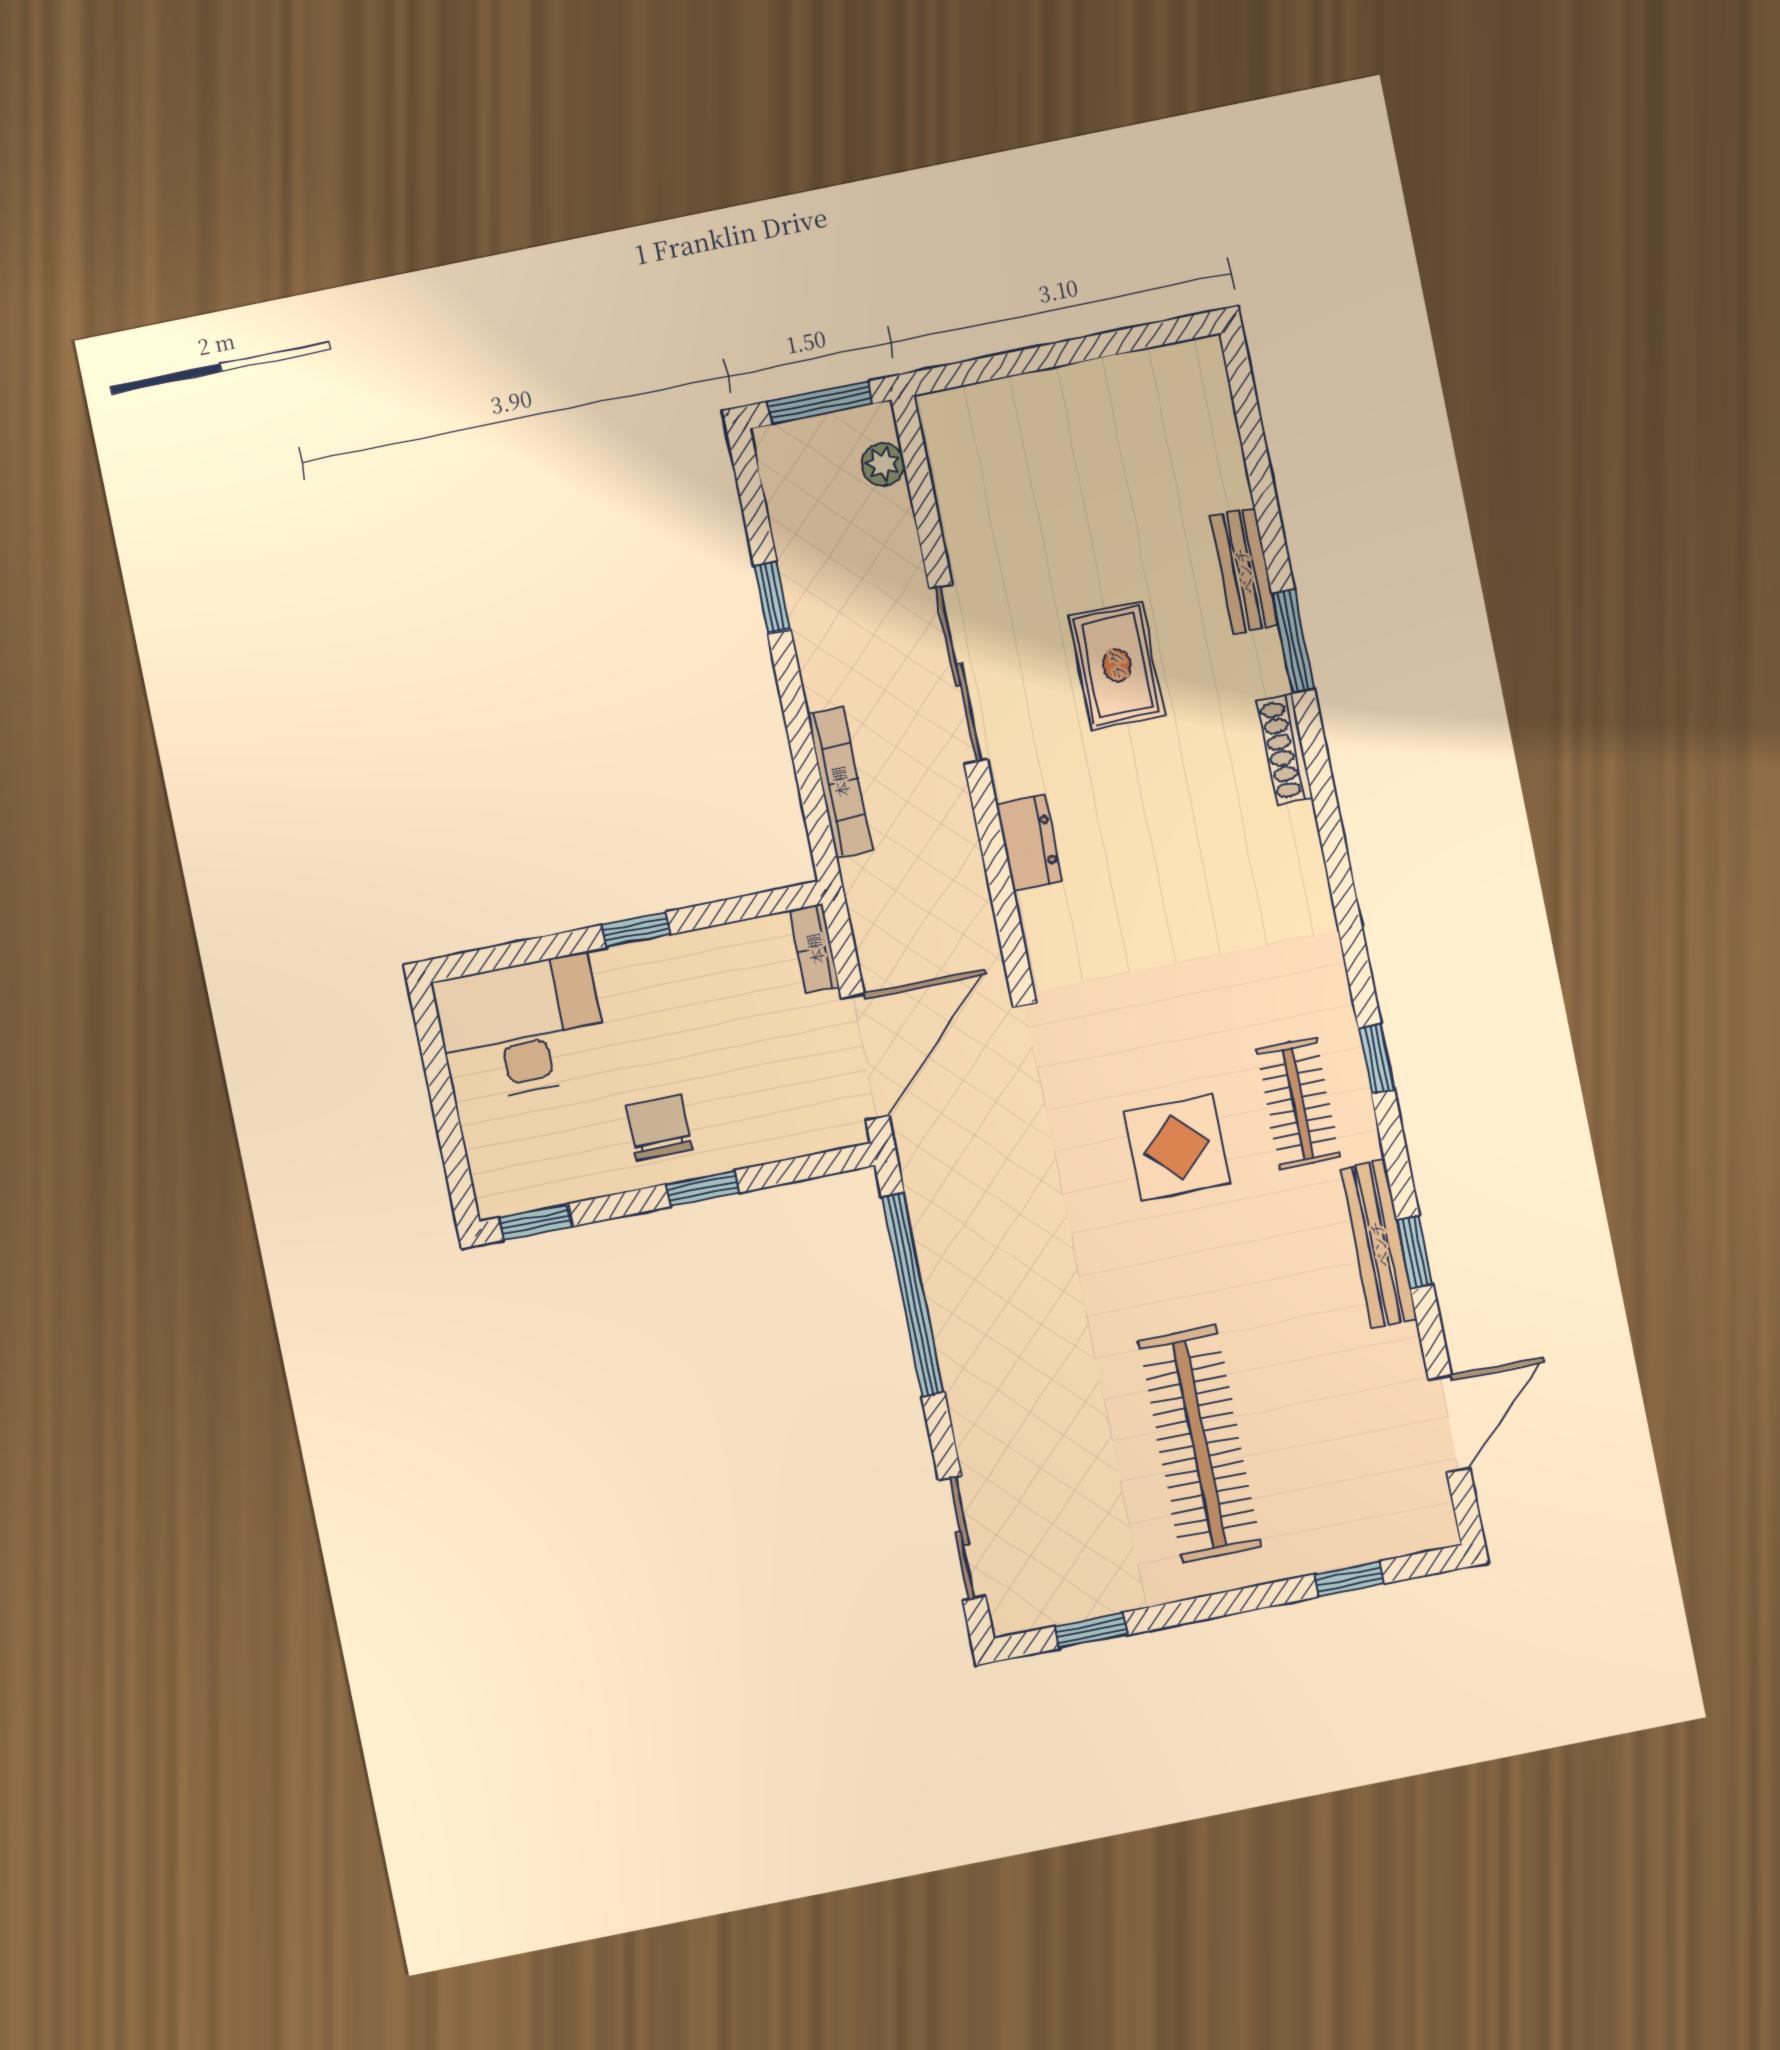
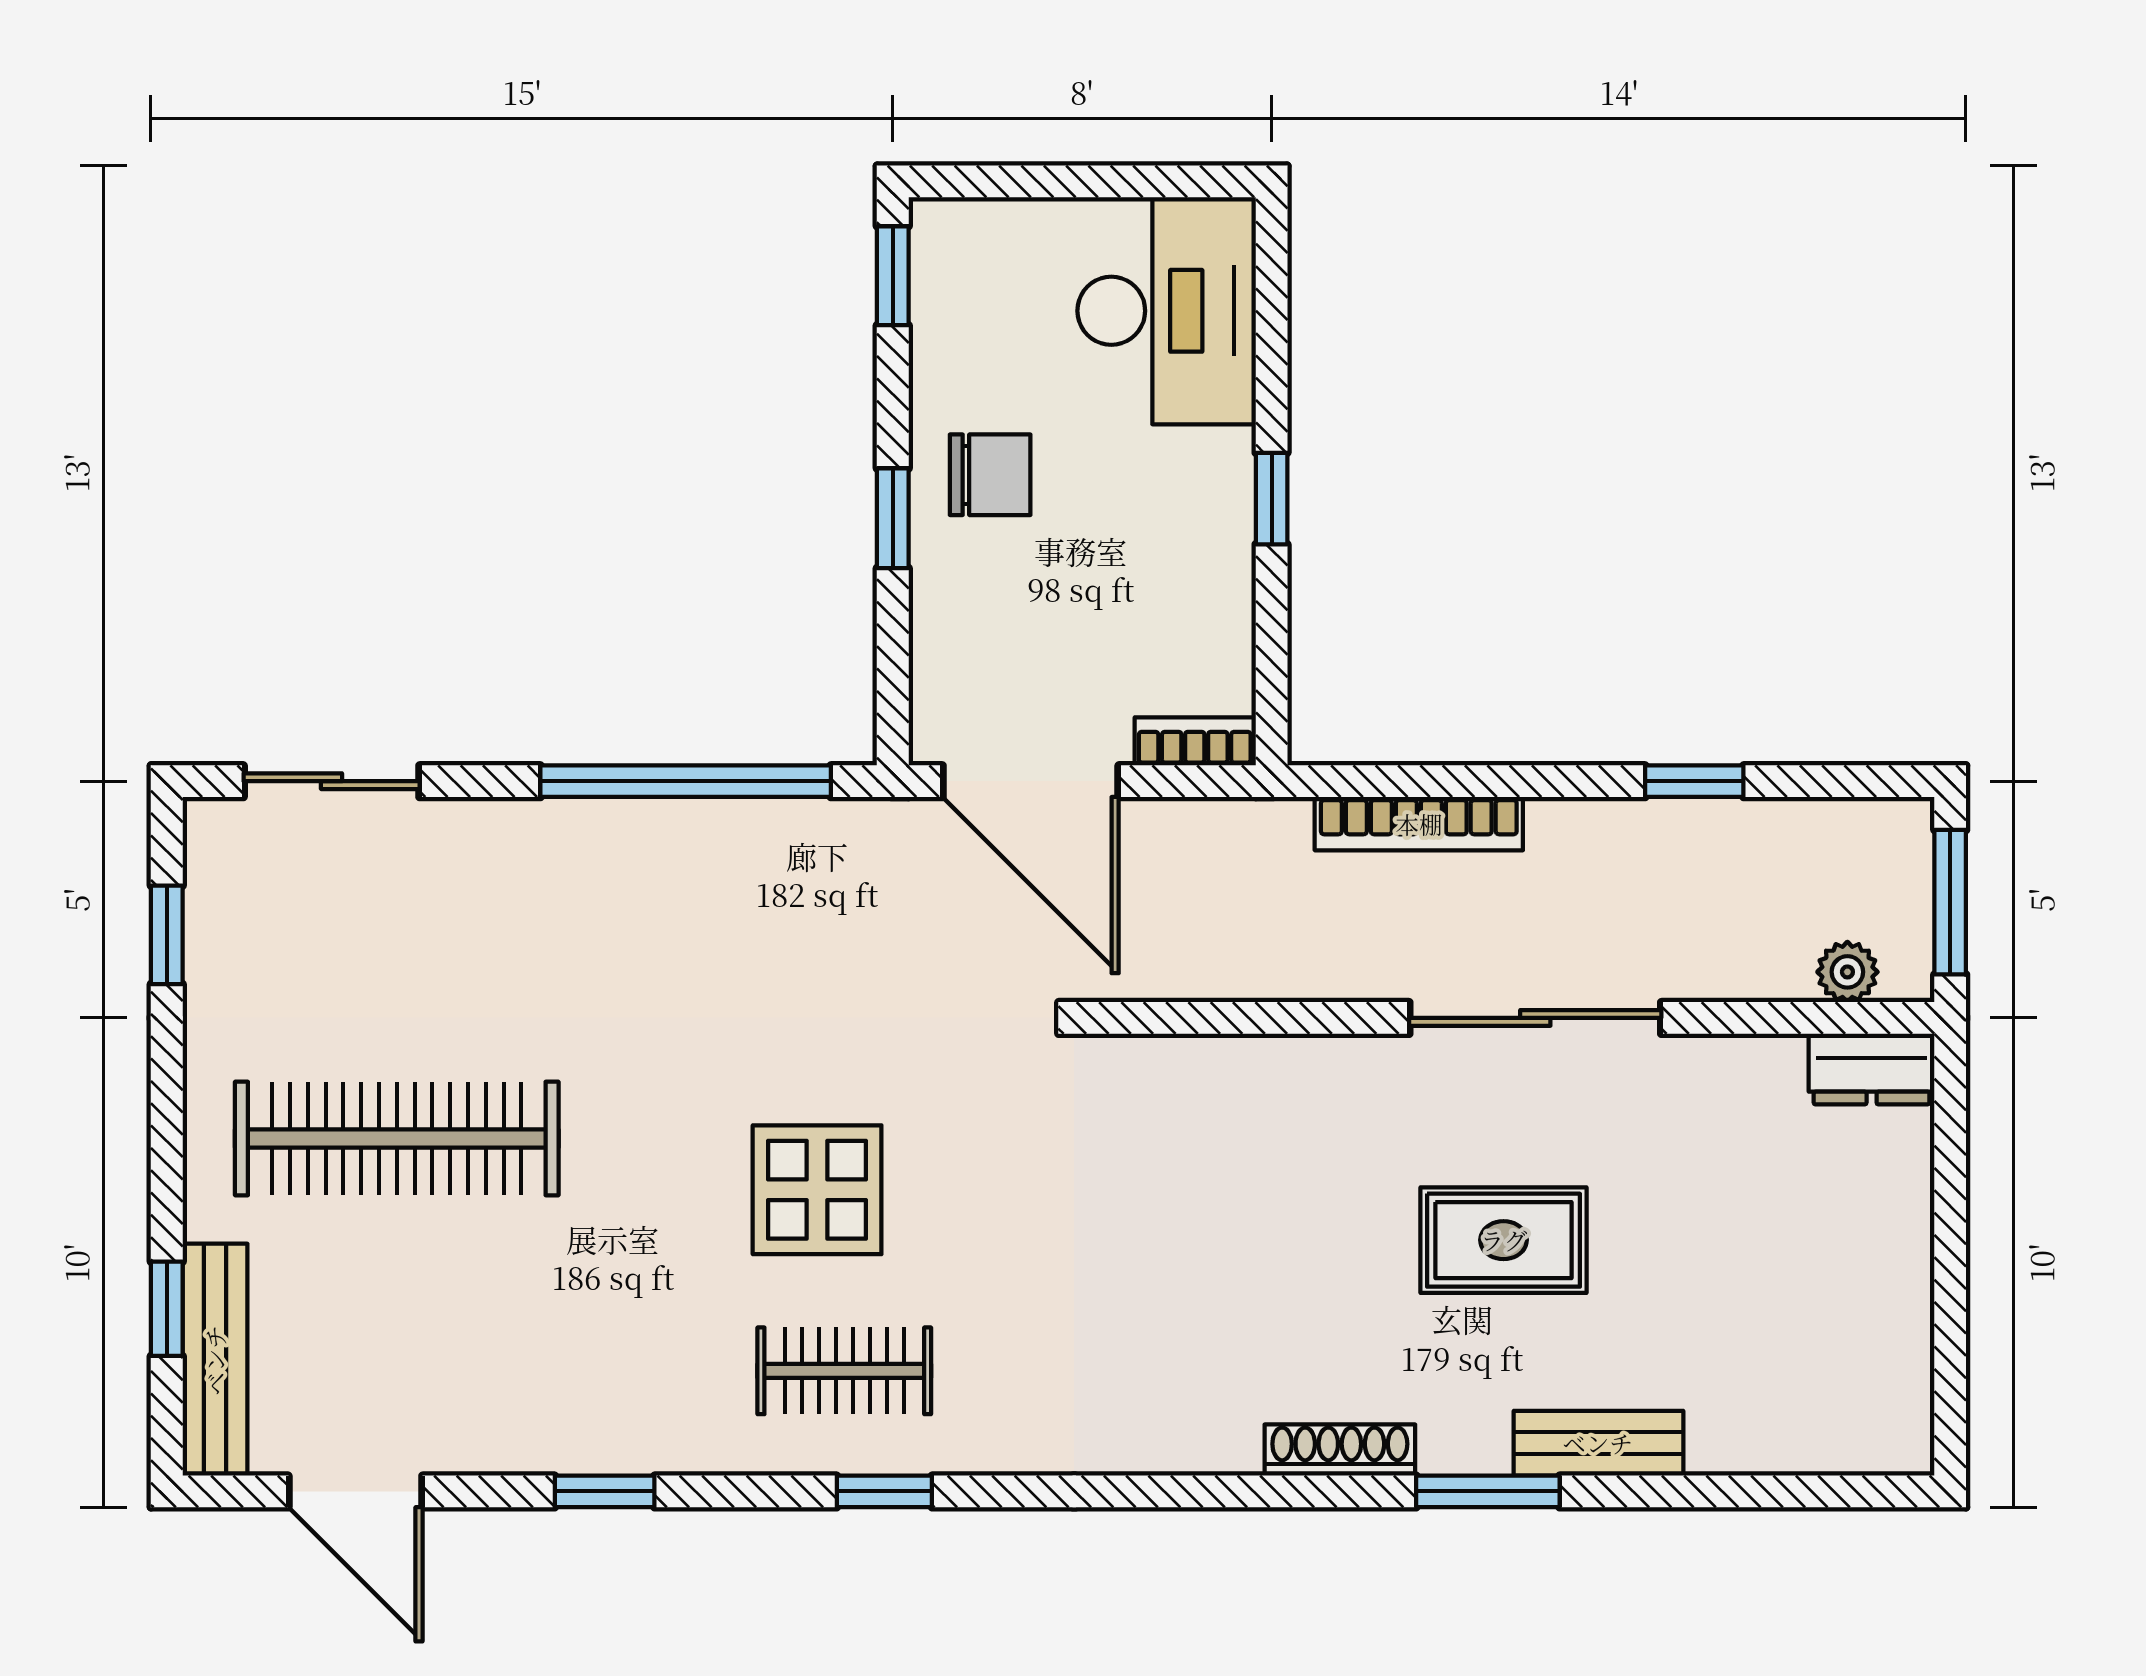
dresser: (1029, 843) -> (1872, 1069), moved
bench: (1379, 1244) -> (215, 1360), moved, turned 90

